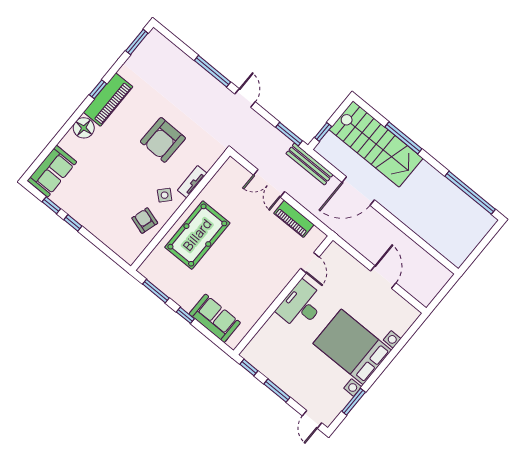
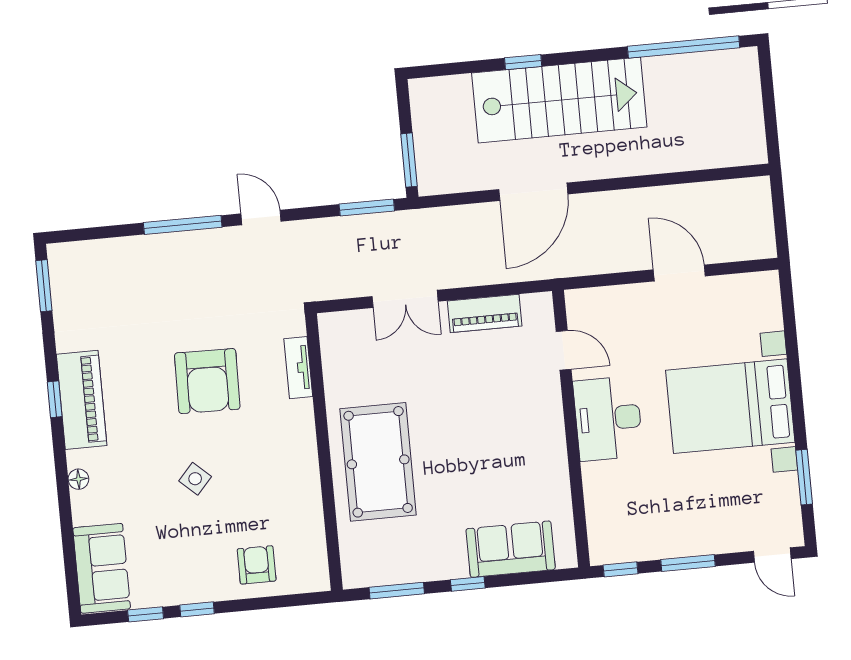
floor lamp: (84, 128) -> (78, 479), width x0.53, depth x0.53
window: (323, 132) -> (409, 160), width x1.50
window: (403, 138) -> (523, 62), width x0.46
stairs: (376, 144) -> (559, 100), moved
bench: (310, 164) -> (433, 220), removed
tv unit: (192, 182) -> (298, 368), moved
side table: (165, 195) -> (195, 479), moved
armchair: (145, 221) -> (257, 565), moved, turned 73

